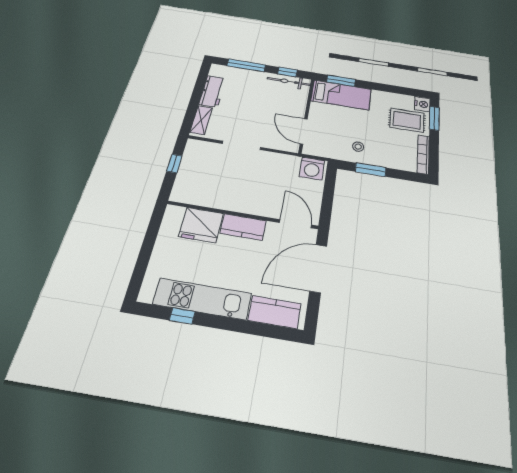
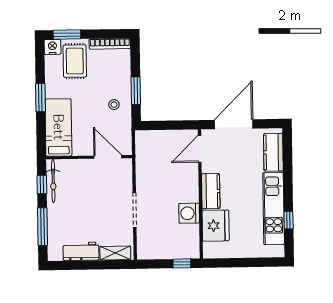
window: (341, 81) -> (40, 98), moved
door: (304, 131) -> (108, 157), swing flipped
window: (174, 164) -> (182, 263), moved
washing machine: (312, 168) -> (189, 213), moved, turned 180
door: (318, 268) -> (234, 124), swing flipped

